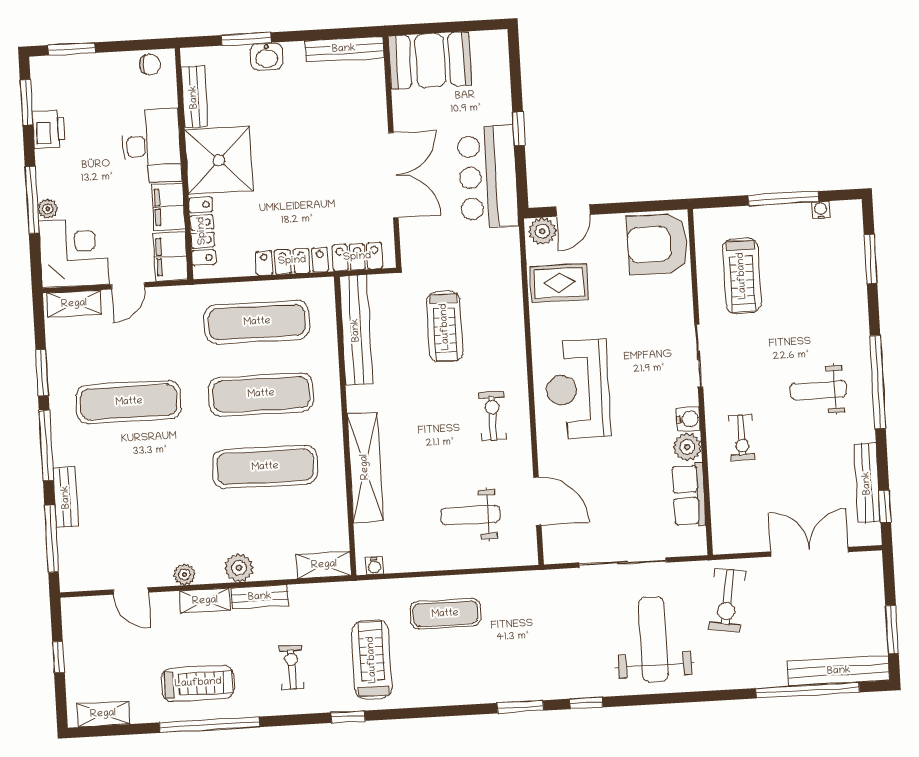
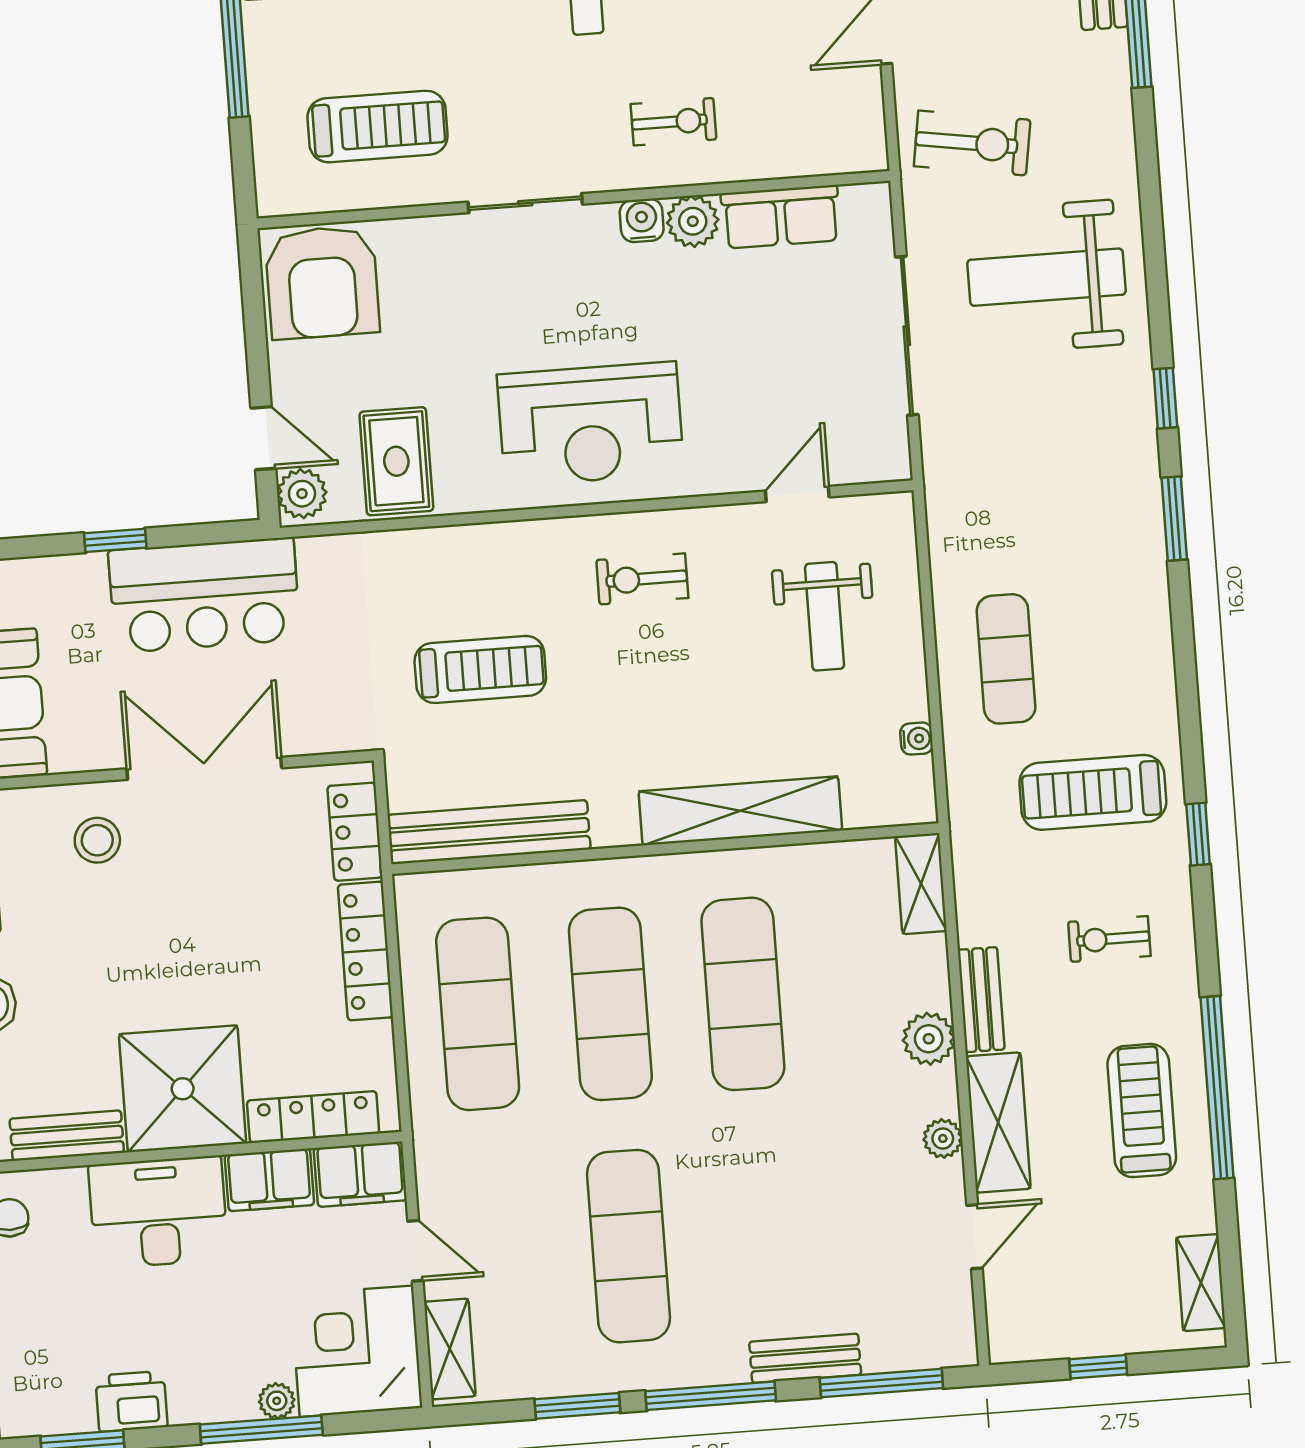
stool: (355, 116) -> (97, 840), added
door: (537, 501) -> (797, 494), width x0.73
water cooler: (375, 566) -> (917, 739), moved
shelving: (205, 601) -> (998, 1123), width x1.50, depth x1.33

